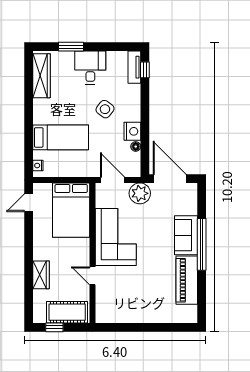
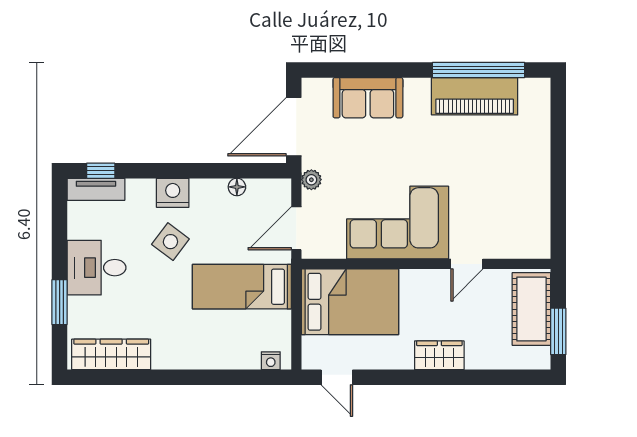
nightstand: (132, 131) -> (173, 193), moved
bed: (61, 137) -> (242, 287), moved, turned -90
plant: (140, 193) -> (311, 180), width x0.53, depth x0.53
sofa: (186, 235) -> (368, 98), moved
window: (202, 244) -> (479, 70), moved
wardrobe: (41, 275) -> (439, 355), moved
window: (54, 327) -> (558, 331), width x1.50

